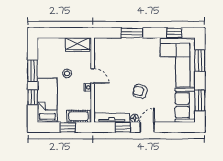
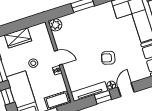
plant: (100, 44) -> (55, 25), added
wardrobe: (78, 45) -> (18, 38), moved

